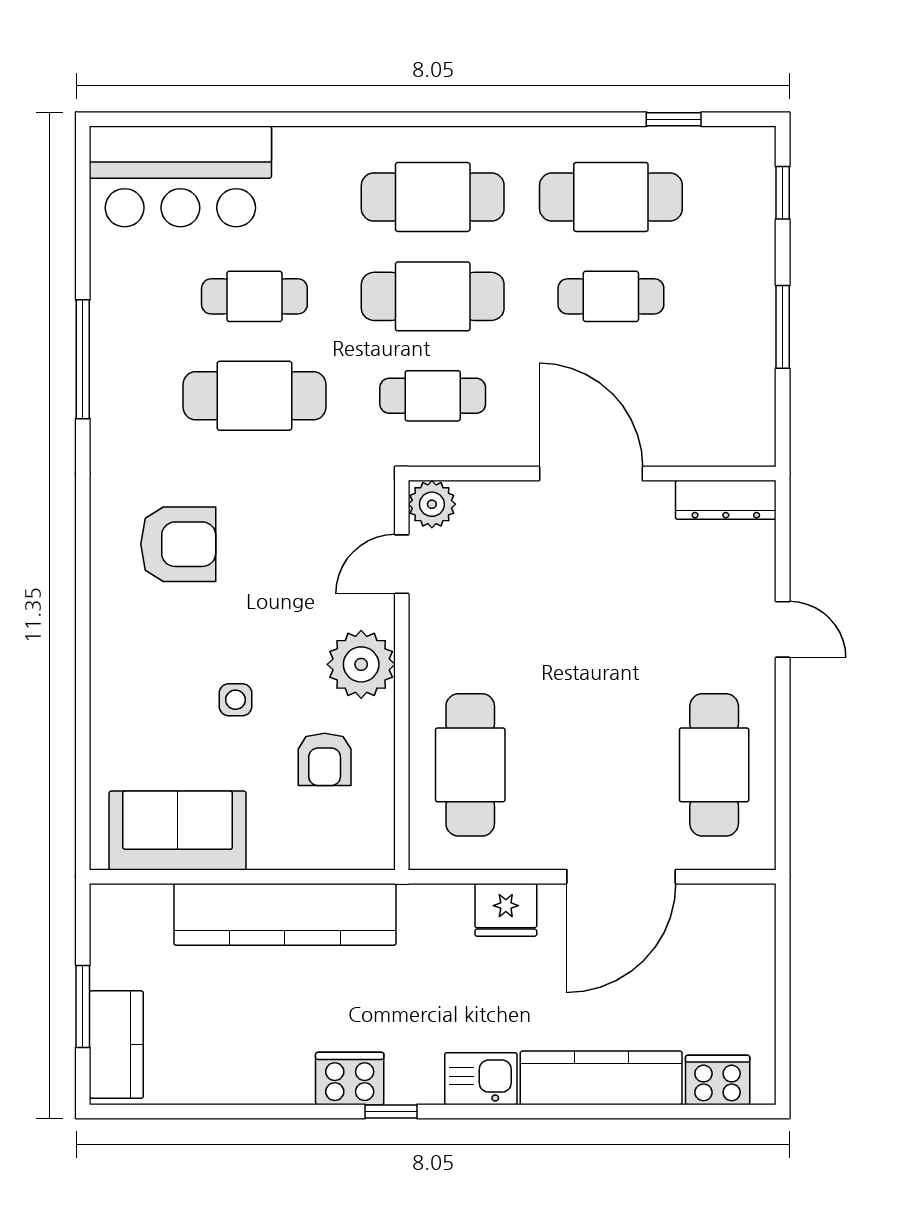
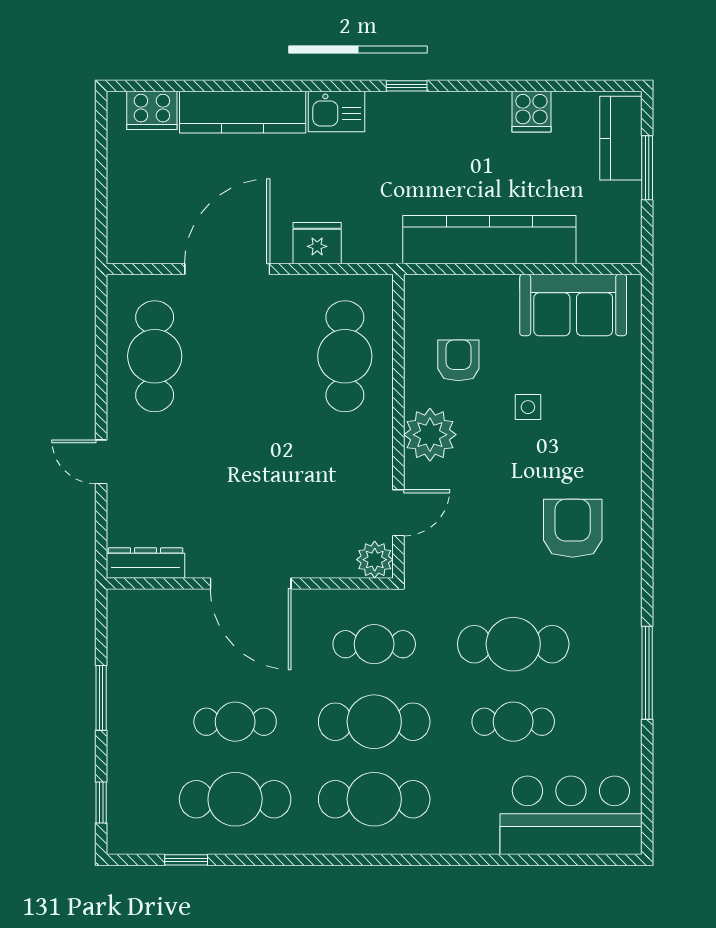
armchair: (178, 544) -> (573, 528), turned 90
cooker: (350, 1079) -> (531, 112), moved, width x0.73

